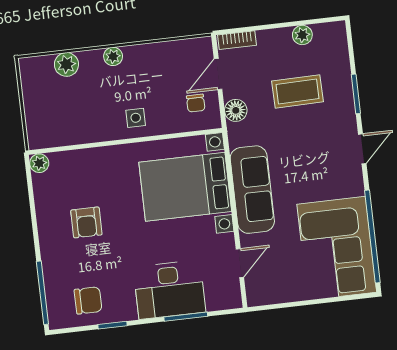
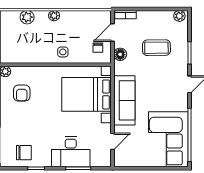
plant: (302, 35) -> (179, 16), moved
armchair: (86, 222) -> (22, 93), moved

